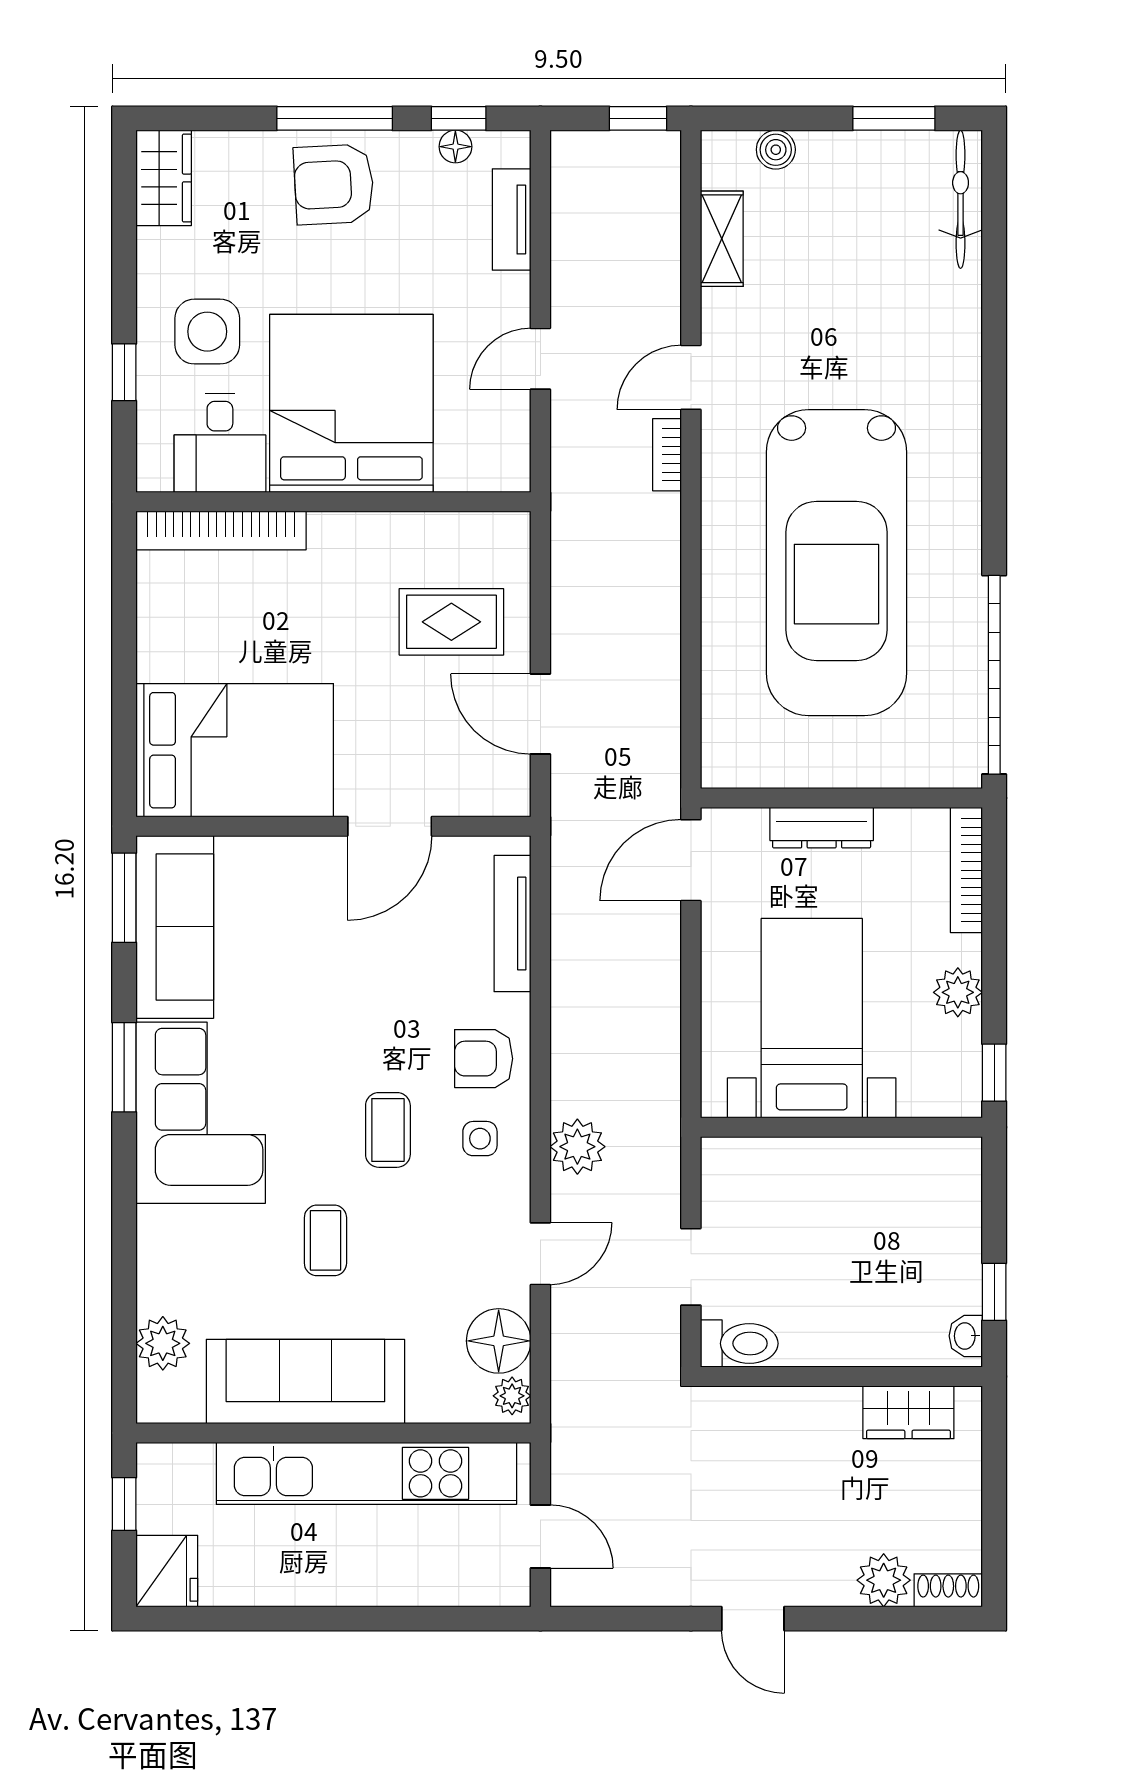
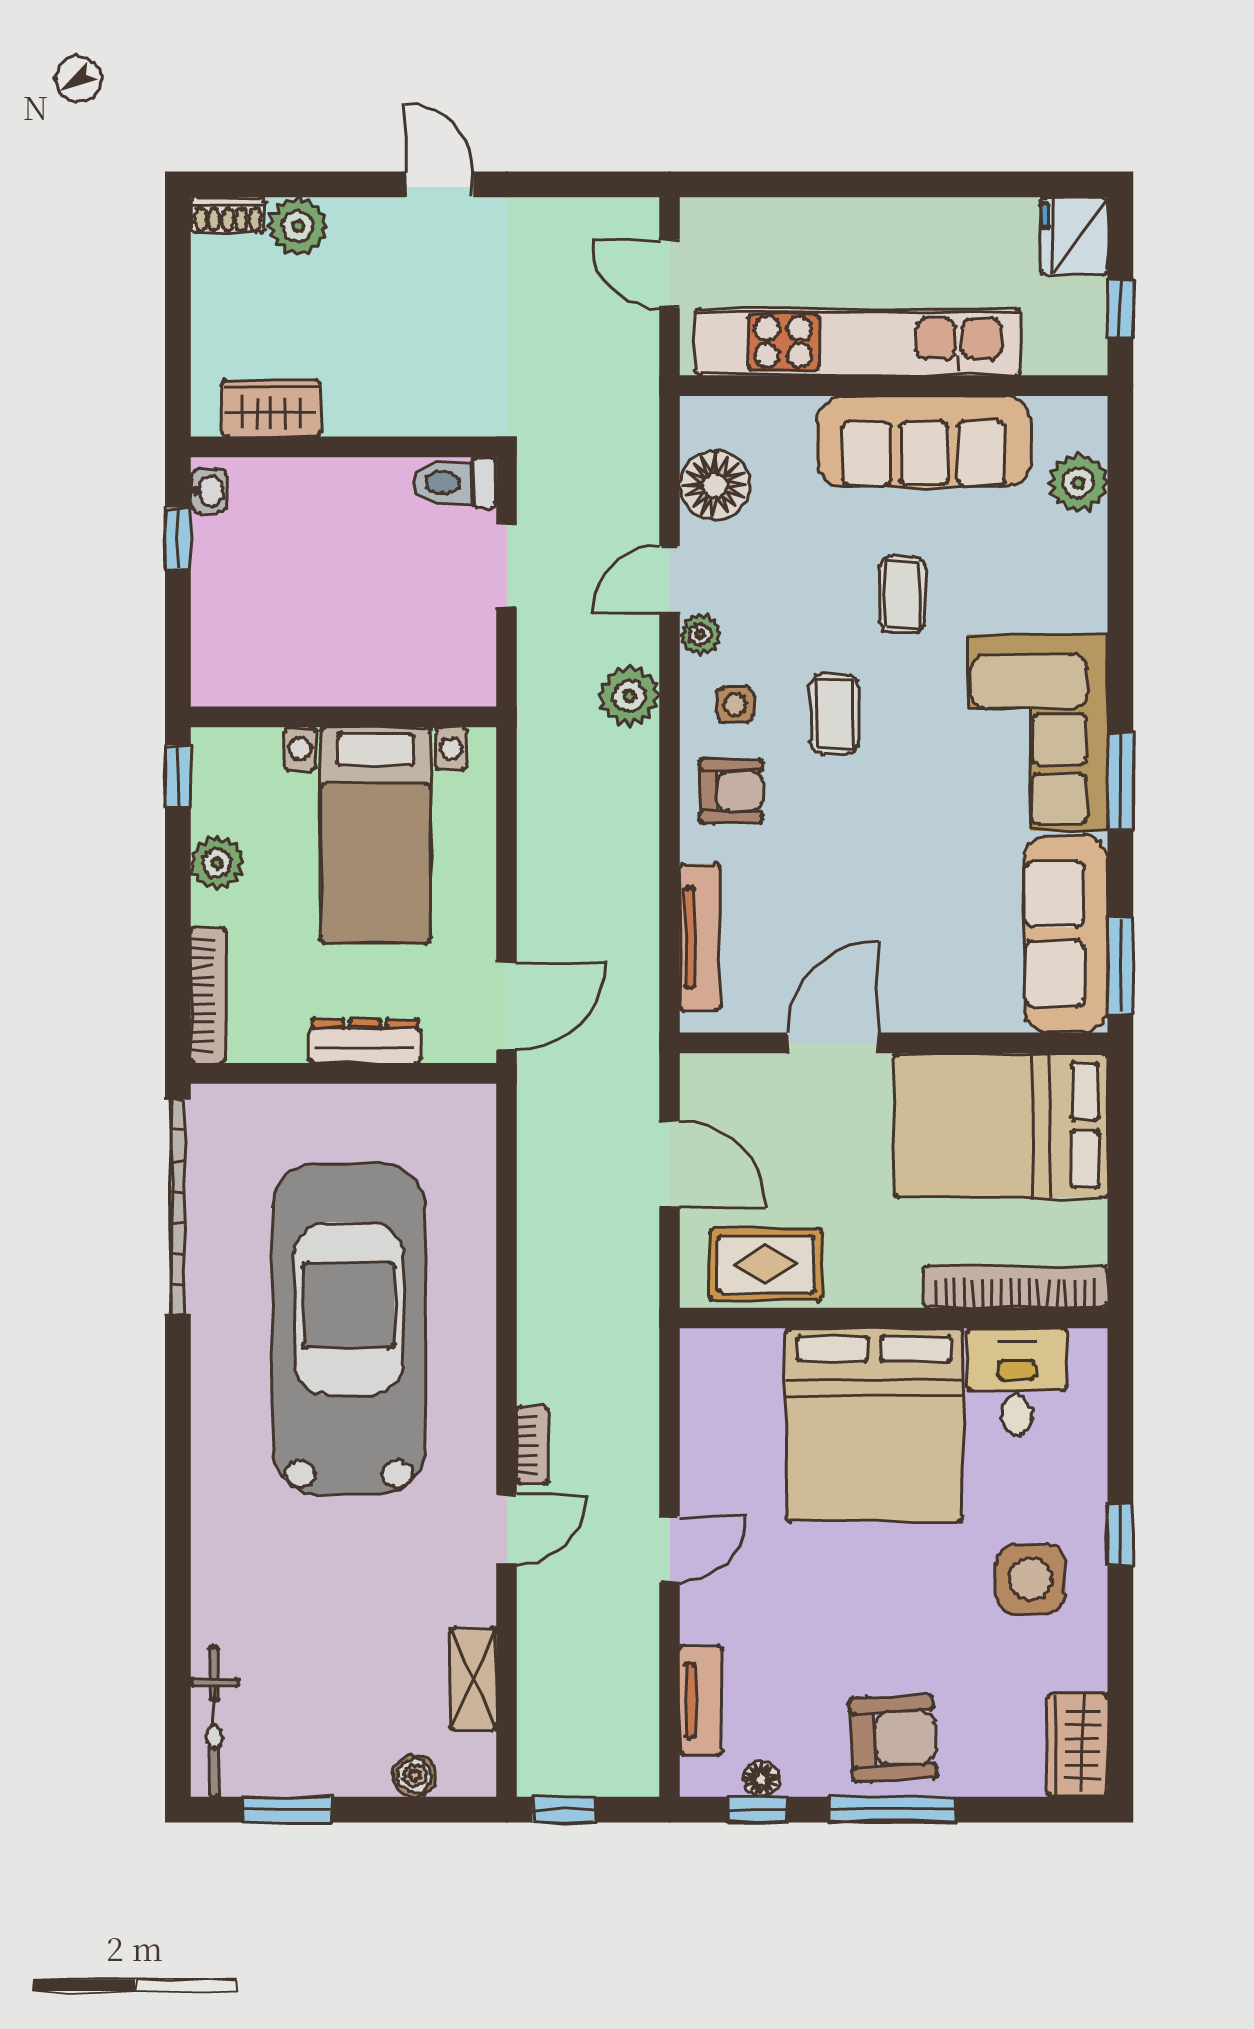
bed: (351, 403) -> (874, 1424), moved
desk: (220, 443) -> (1017, 1382), moved
wall: (333, 502) -> (894, 1318), moved
bookcase: (221, 530) -> (1015, 1287), moved
plant: (512, 1396) -> (700, 634), moved

